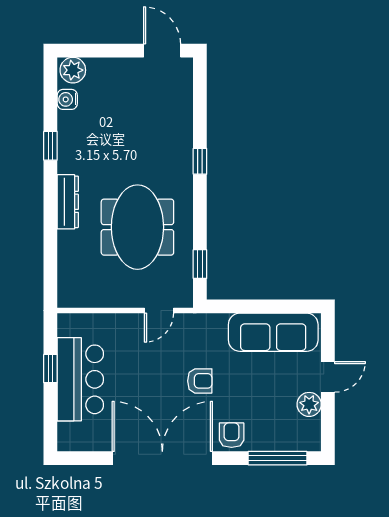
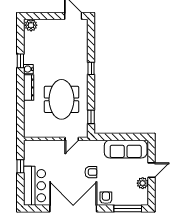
water cooler: (67, 99) -> (28, 69), moved
bar counter: (80, 379) -> (35, 186), moved

